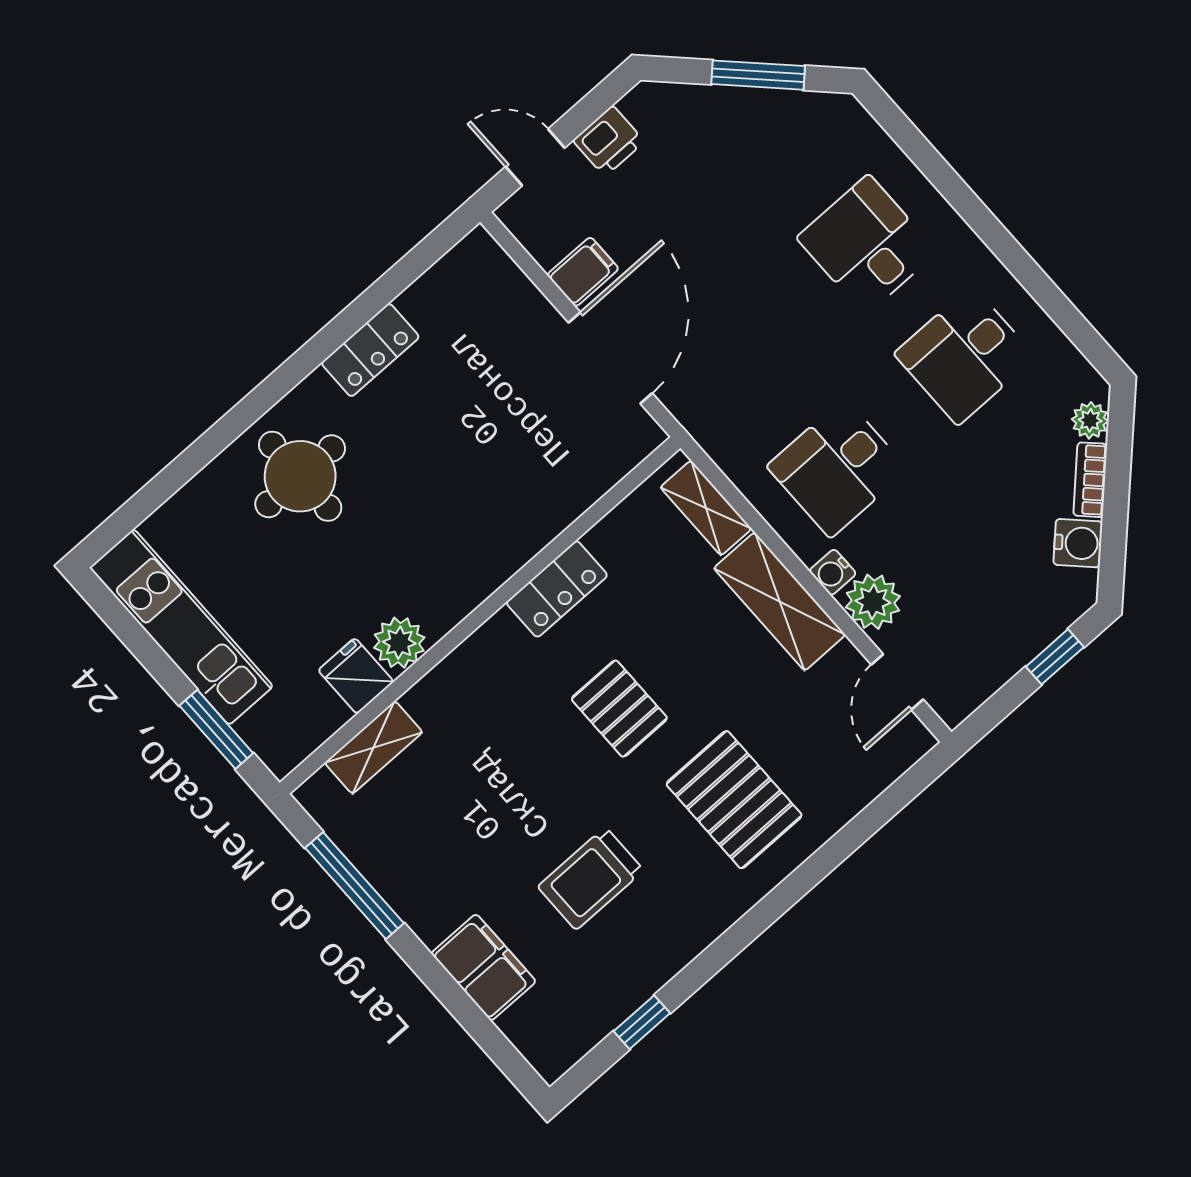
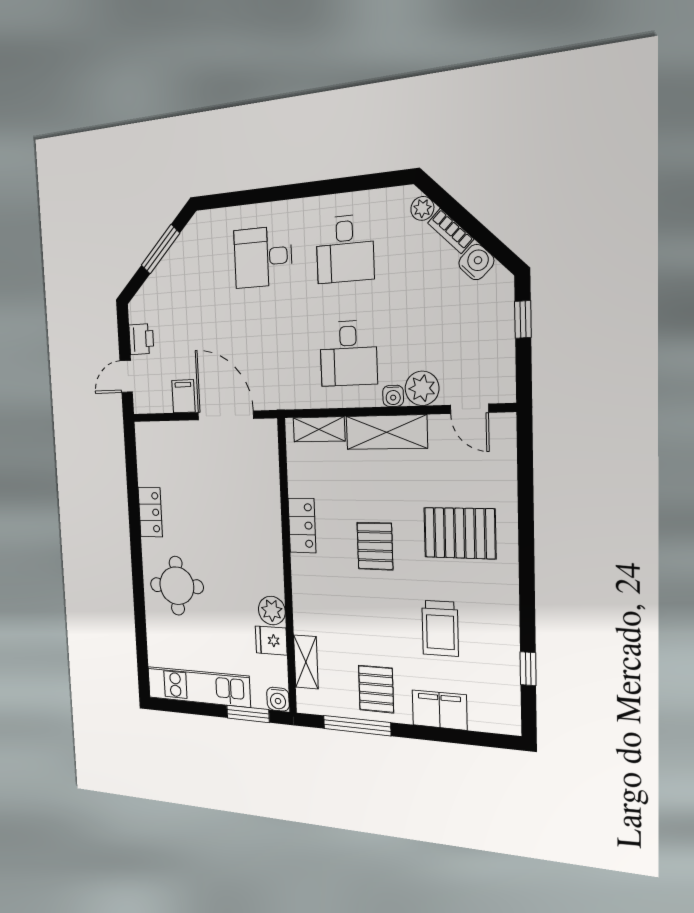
pallet: (619, 709) -> (375, 546), turned 90
water cooler: (282, 753) -> (278, 699), added
pallet: (430, 868) -> (376, 689), added

